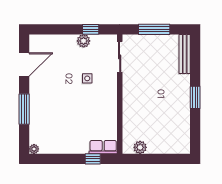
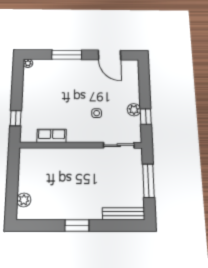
row of seats: (103, 147) -> (52, 136), moved, turned -90
plant: (140, 147) -> (24, 200), moved

